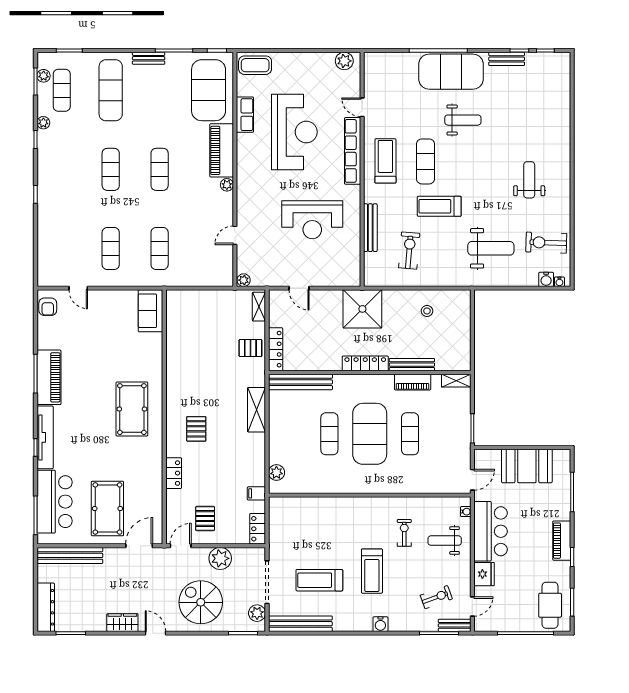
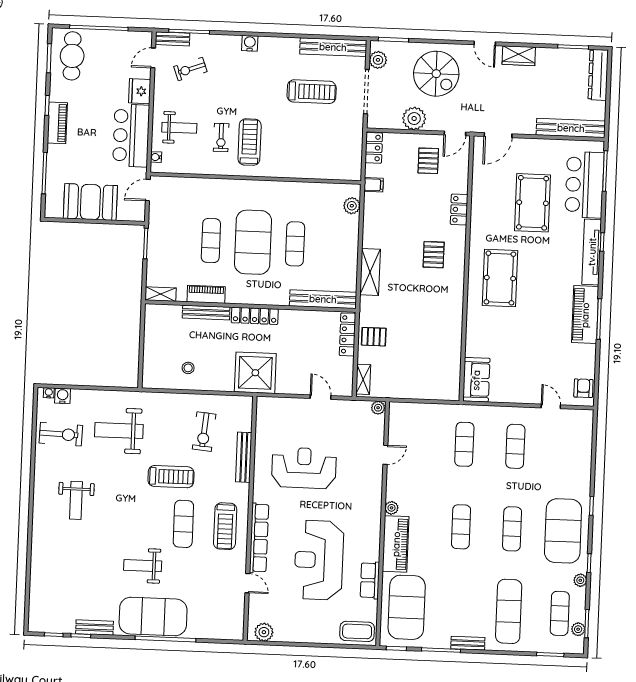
exercise mat: (62, 169) -> (563, 531), added
pool table: (107, 508) -> (533, 203), moved
treadmill: (372, 571) -> (250, 142), moved

